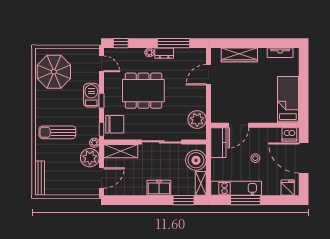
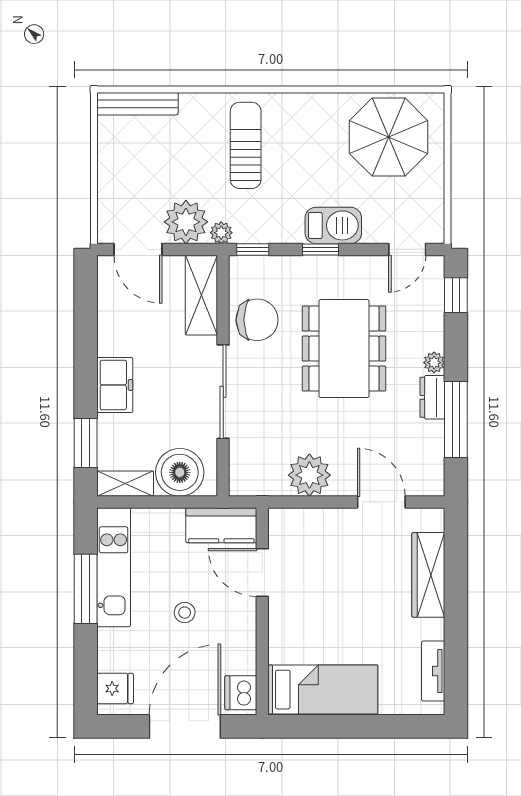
plant: (197, 120) -> (309, 475), moved
chair: (115, 124) -> (257, 320), moved, turned -90

